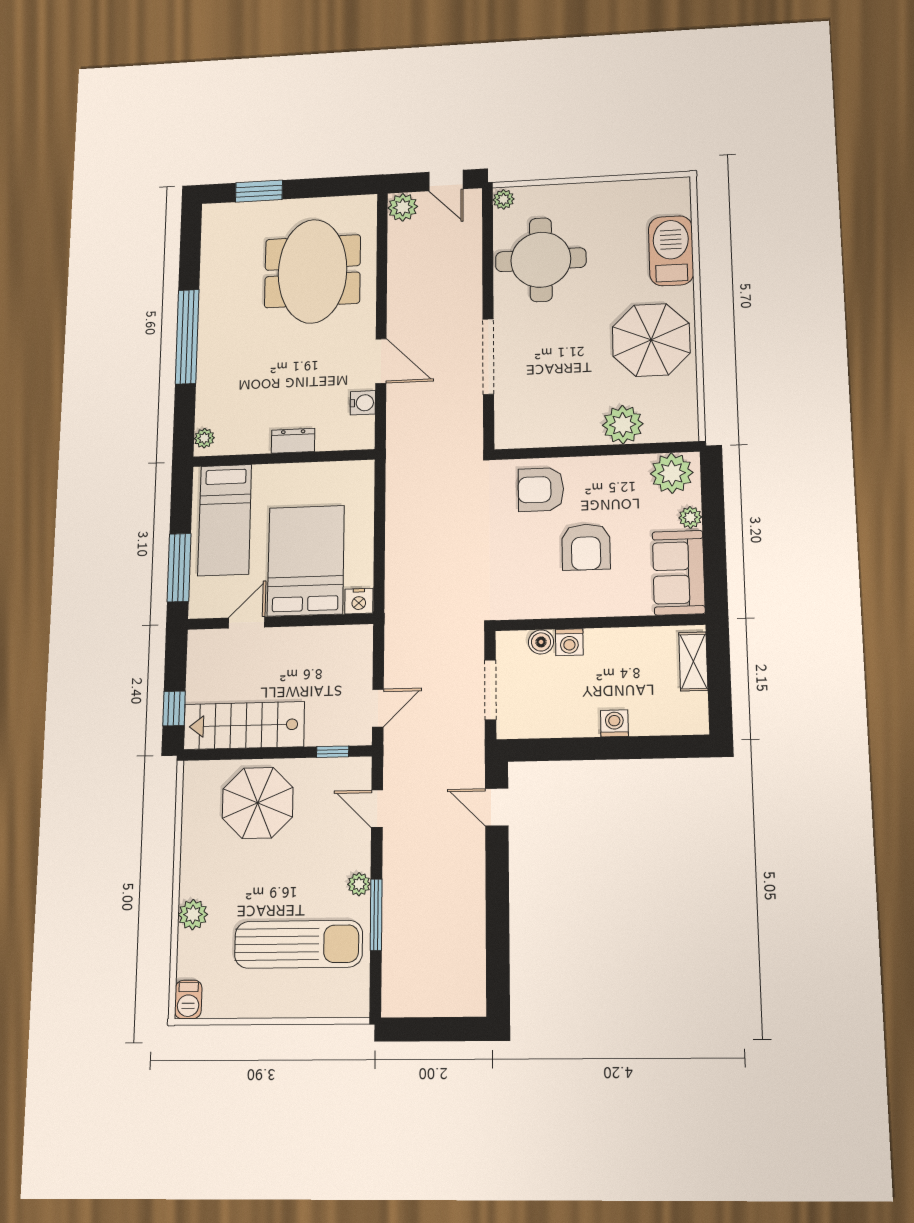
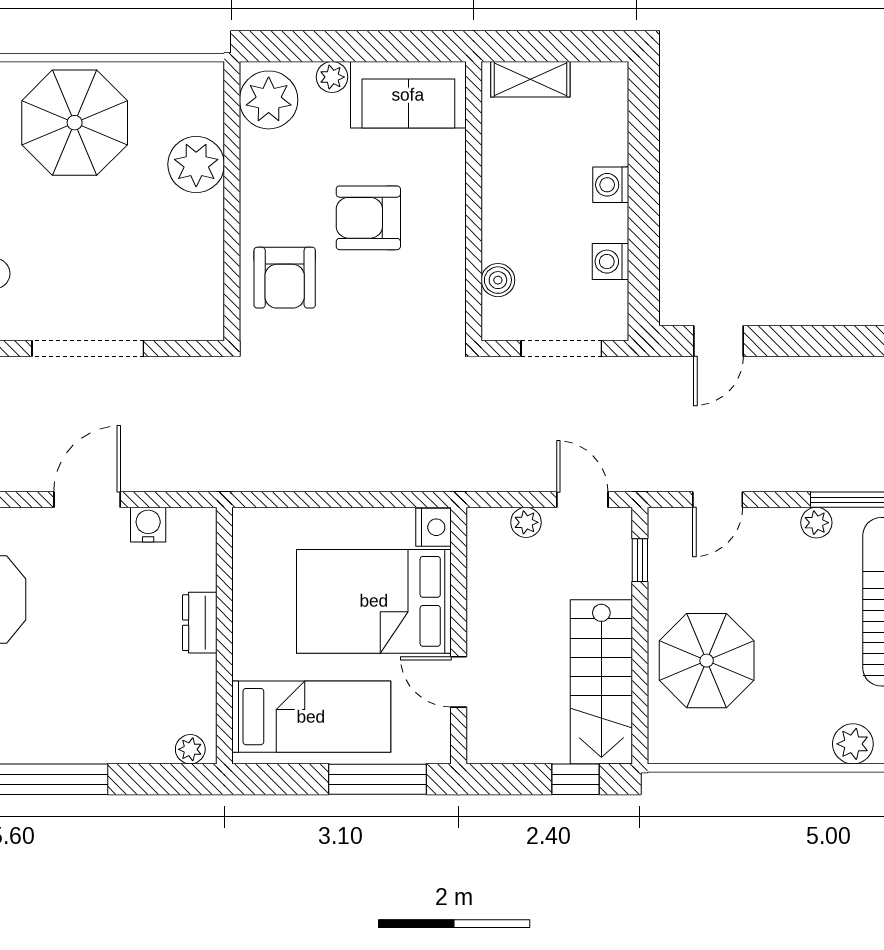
armchair: (586, 547) -> (368, 218), turned 180
washing machine: (569, 642) -> (610, 262), moved, turned 180
plant: (362, 668) -> (526, 522), added

